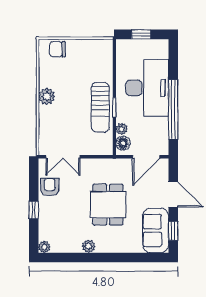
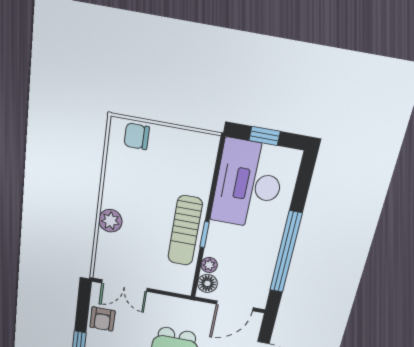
desk: (147, 88) -> (248, 185), moved, turned 180
plant: (47, 96) -> (110, 221), moved
armchair: (50, 187) -> (102, 319), turned 180

